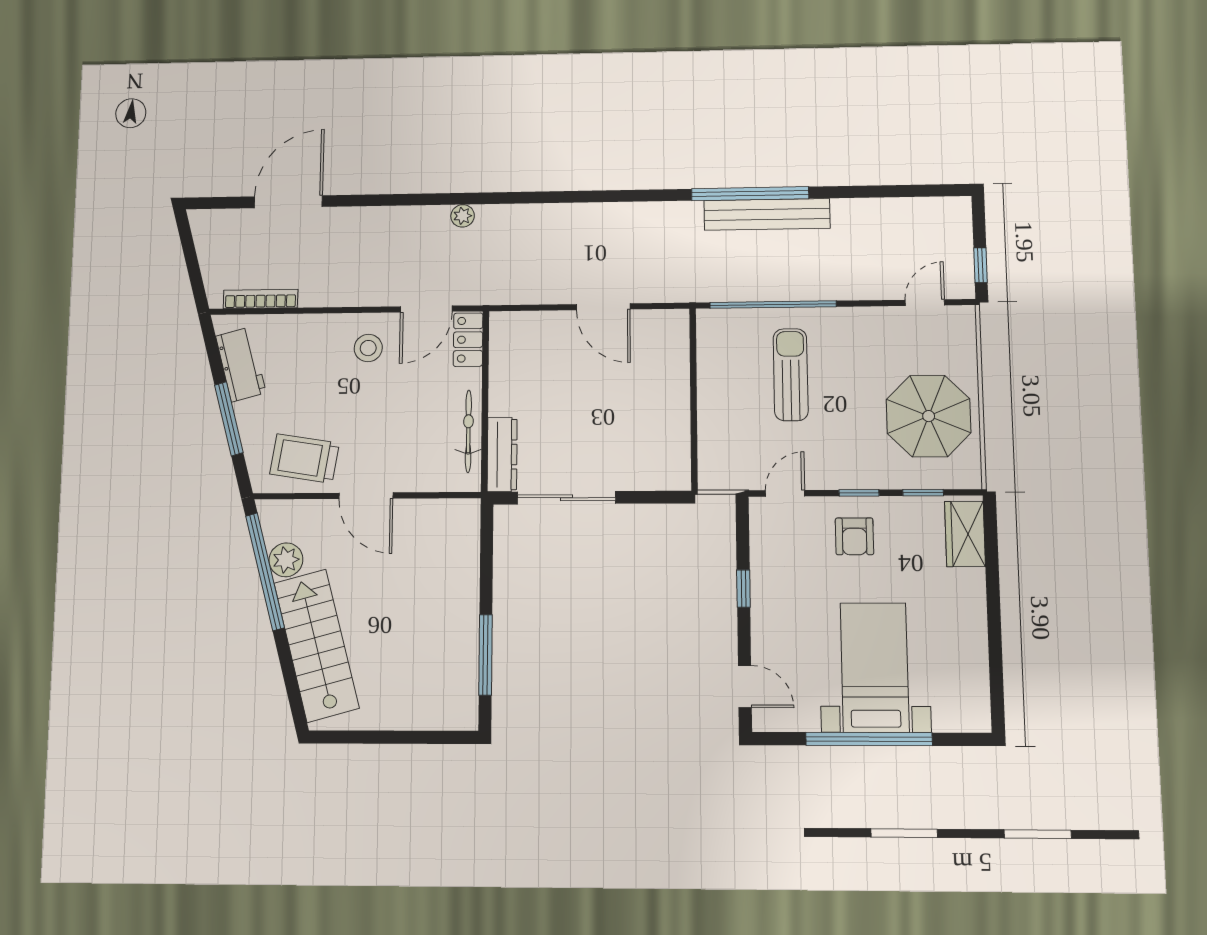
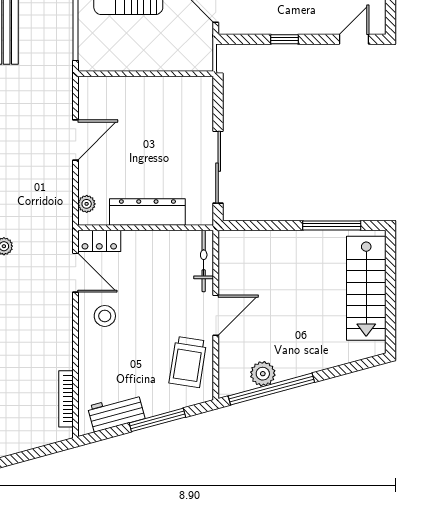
plant: (518, 322) -> (87, 204), added
bicycle: (468, 431) -> (204, 261), moved, turned 90
dresser: (502, 455) -> (147, 212), moved, width x1.37, depth x1.24
stairs: (316, 645) -> (366, 288), moved, turned -75

